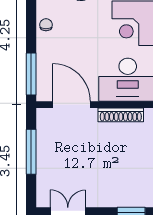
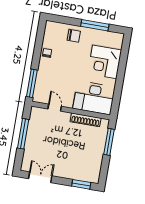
door: (71, 105) -> (55, 108), width x0.53

